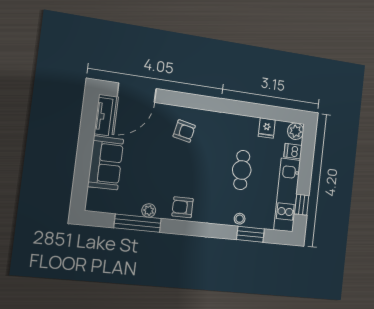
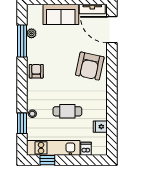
armchair: (184, 131) -> (90, 66), width x1.88, depth x1.88
plant: (296, 131) -> (101, 149), removed
plant: (149, 210) -> (31, 33), moved

